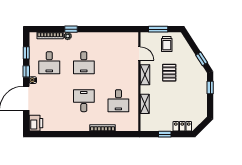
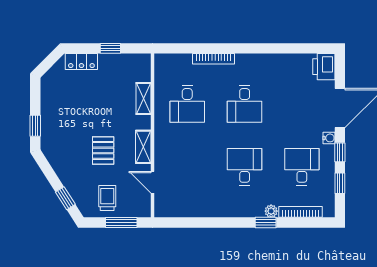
window: (202, 59) -> (65, 198), moved
desk: (118, 101) -> (187, 104), turned 180

